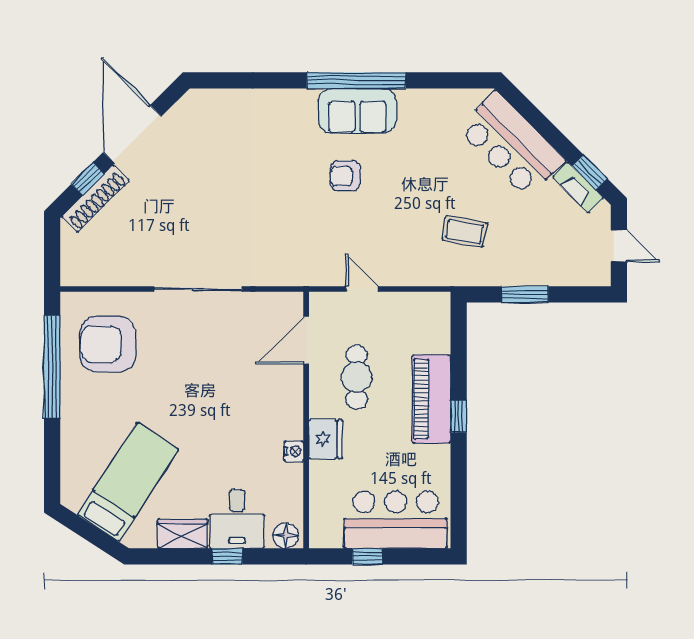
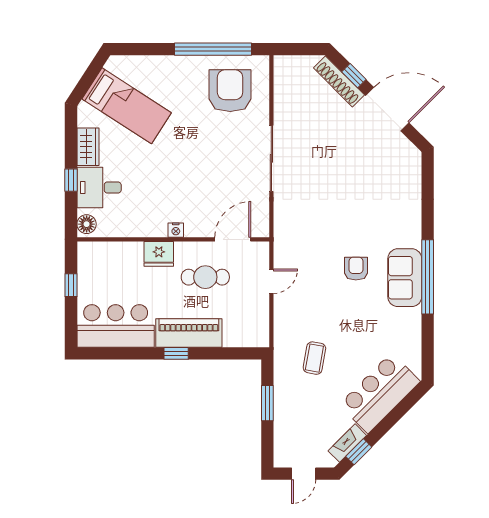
door: (306, 340) -> (233, 239), hinge flipped
nightstand: (294, 451) -> (176, 230), moved
bar counter: (396, 520) -> (116, 326), moved, turned -90

